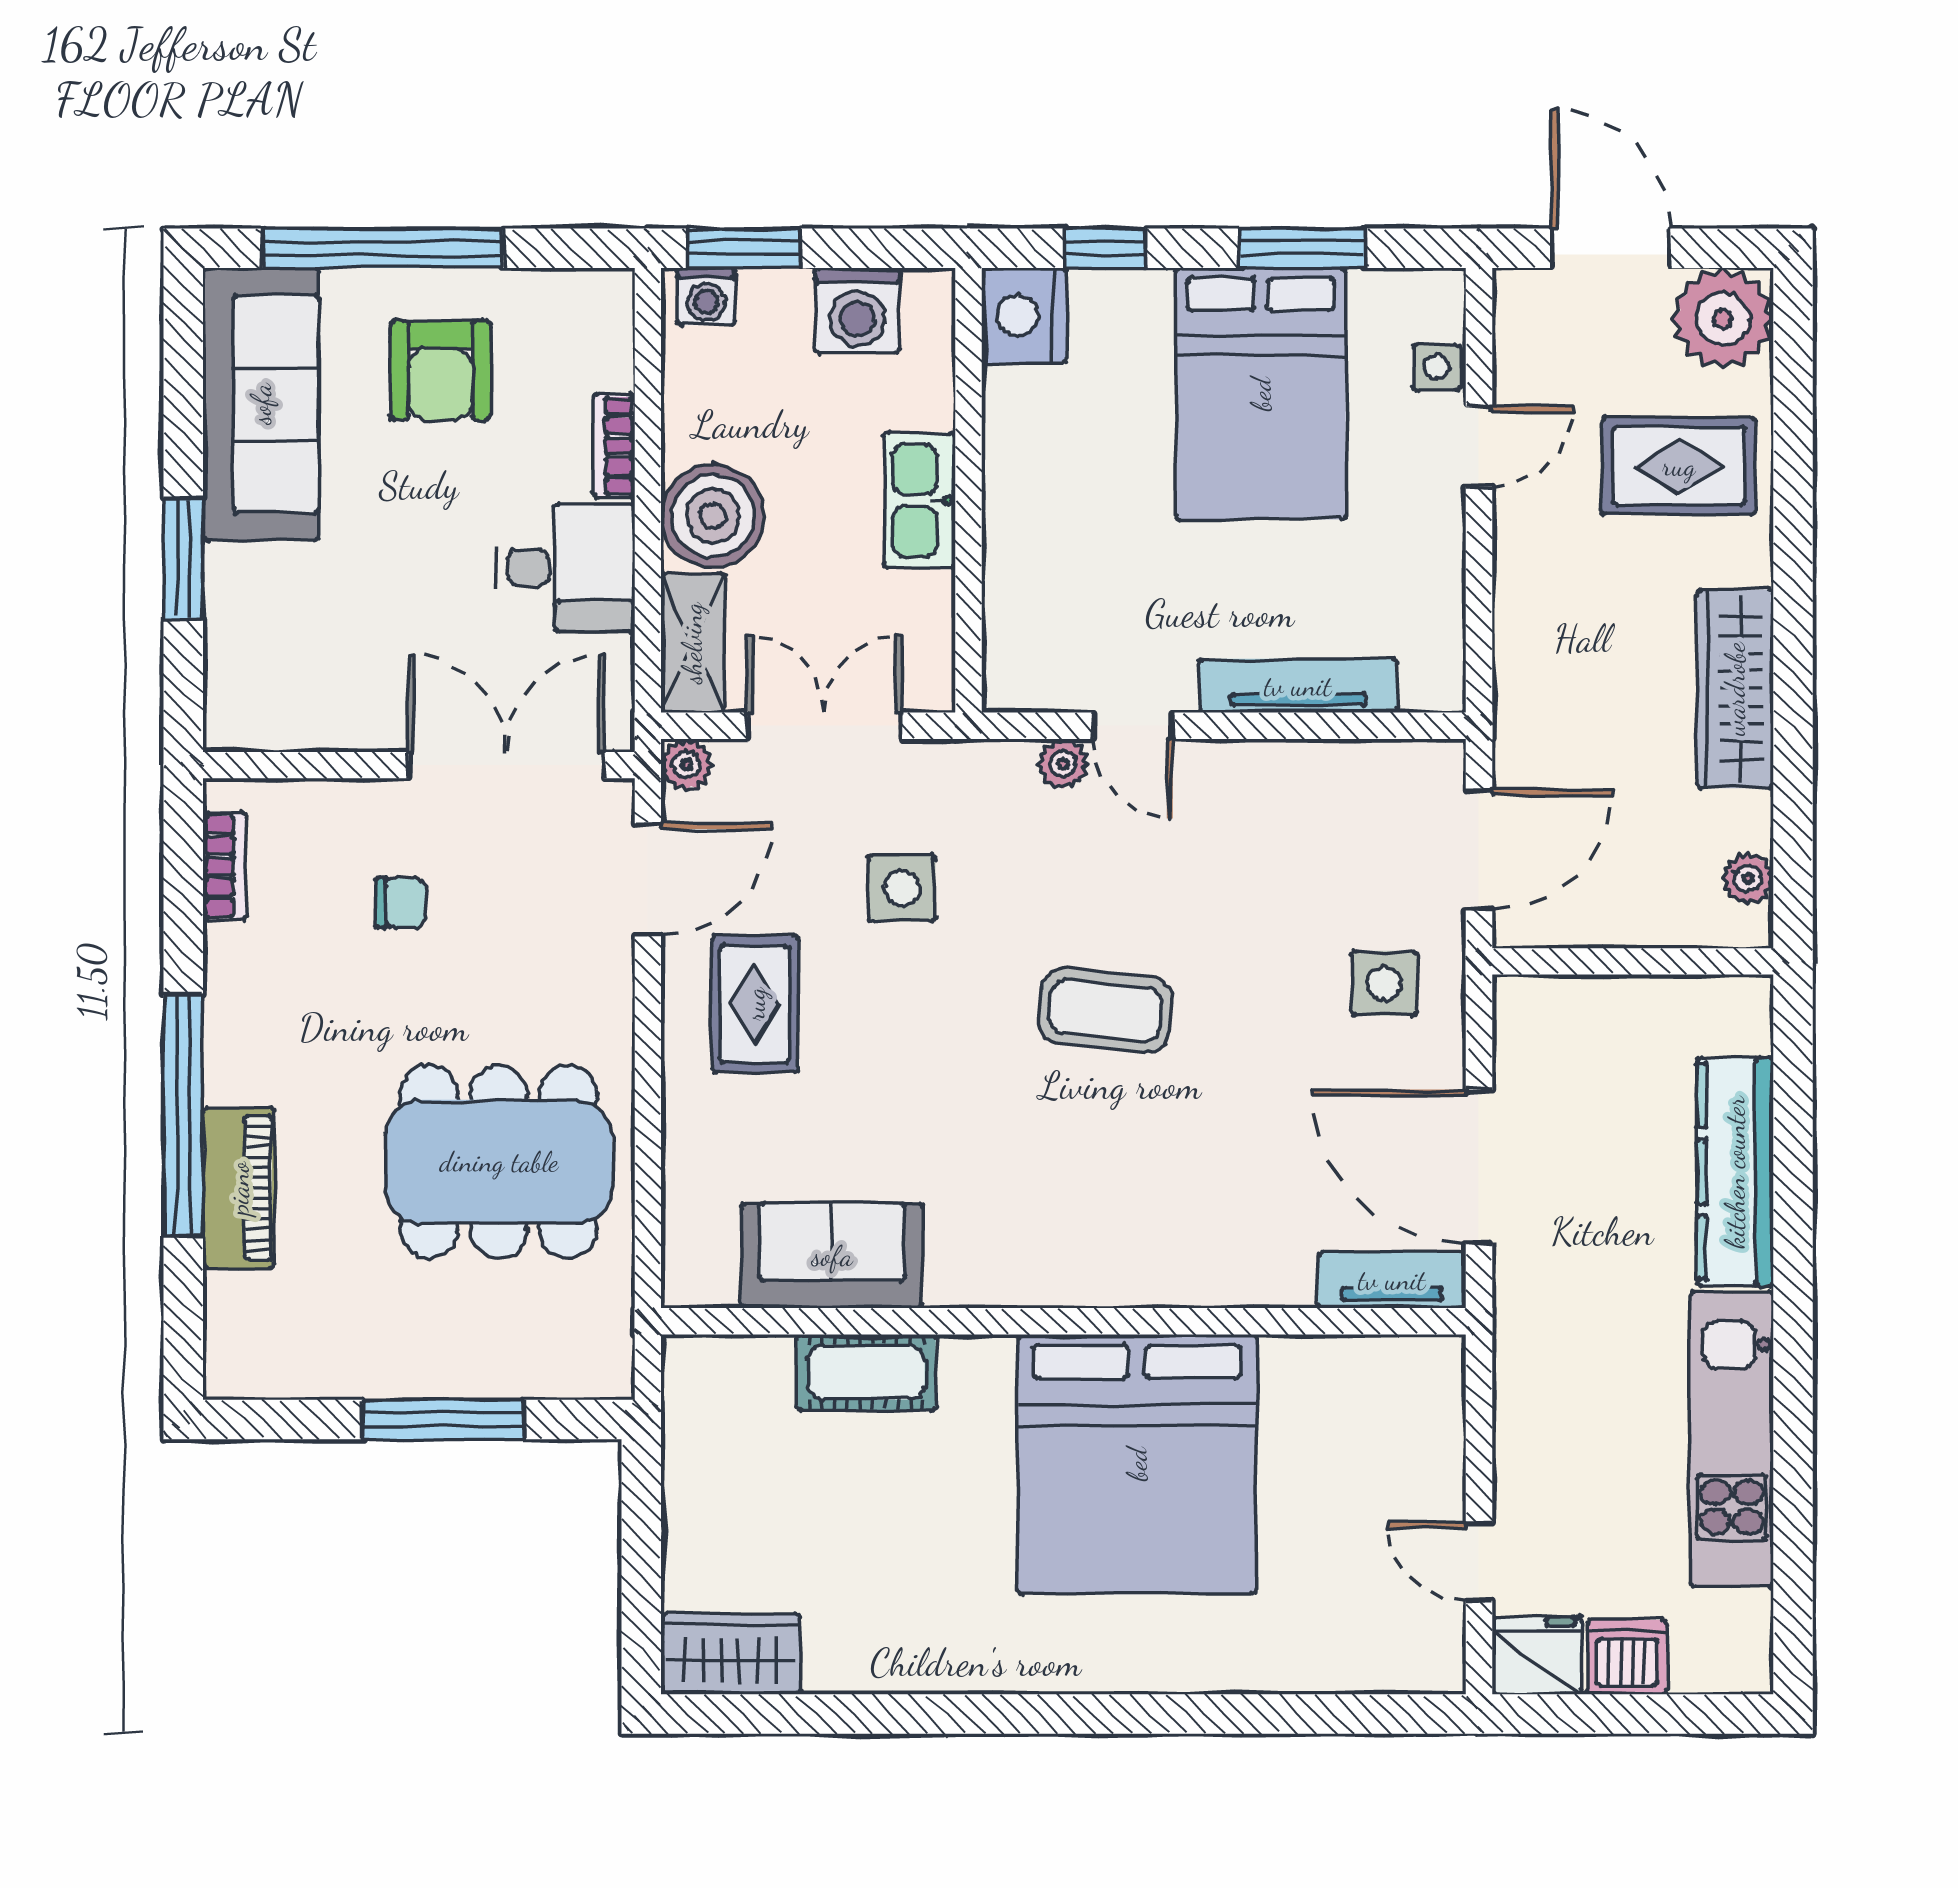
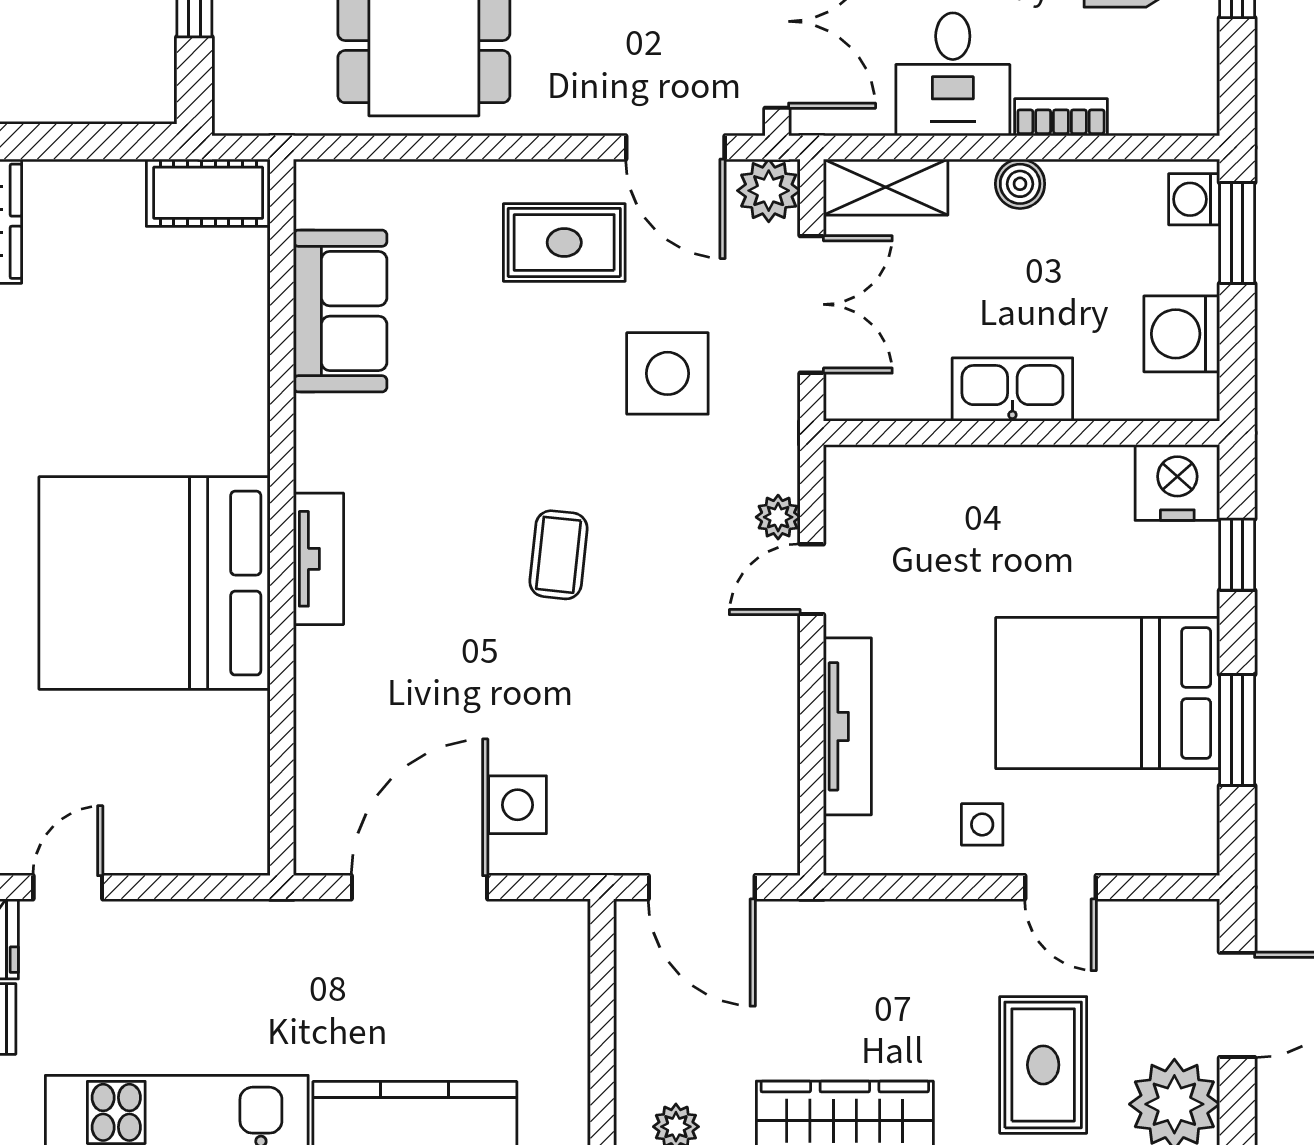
side table: (1437, 367) -> (982, 824), moved
boiler: (713, 516) -> (1020, 184), width x0.54, depth x0.54
plant: (687, 765) -> (769, 191), width x1.38, depth x1.38
side table: (902, 888) -> (667, 373), width x1.37, depth x1.37
side table: (1384, 983) -> (517, 805), moved
coffee table: (1106, 1010) -> (559, 555), width x0.73, depth x0.77
tv unit: (1392, 1280) -> (318, 559), moved
cot: (866, 1372) -> (208, 193), moved, turned 90

